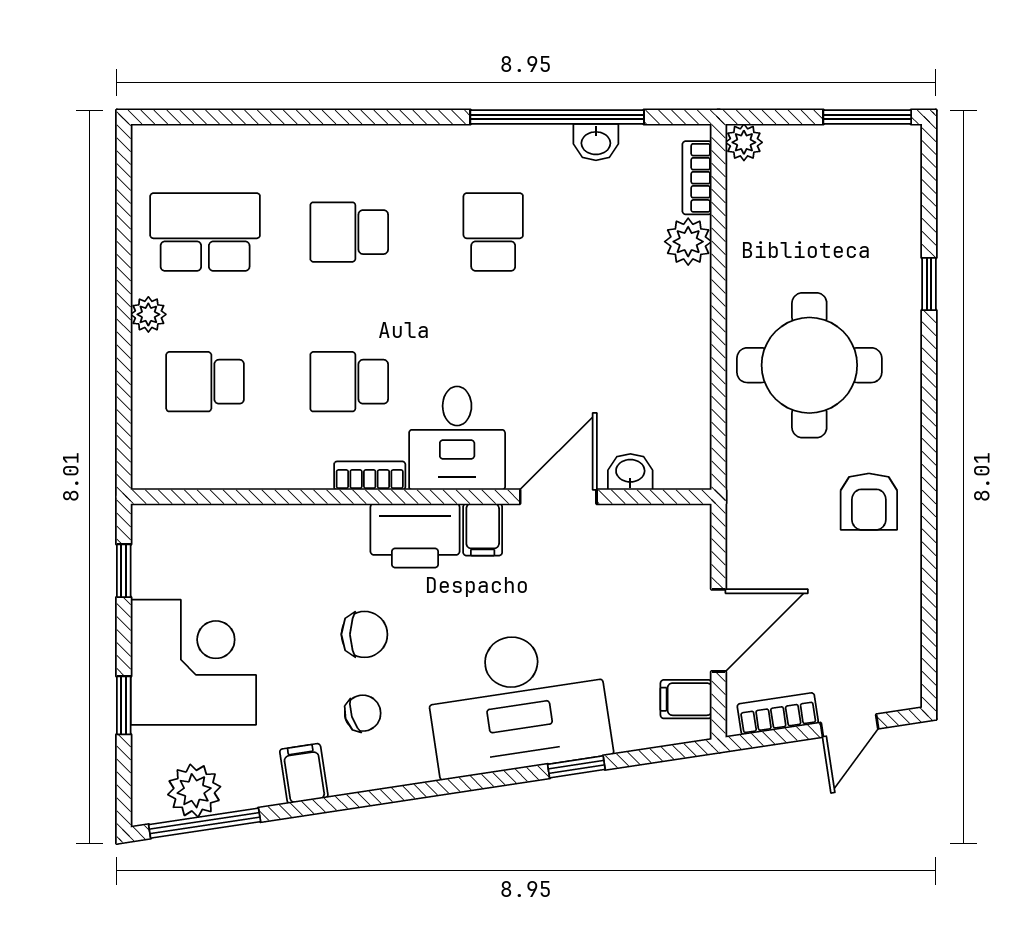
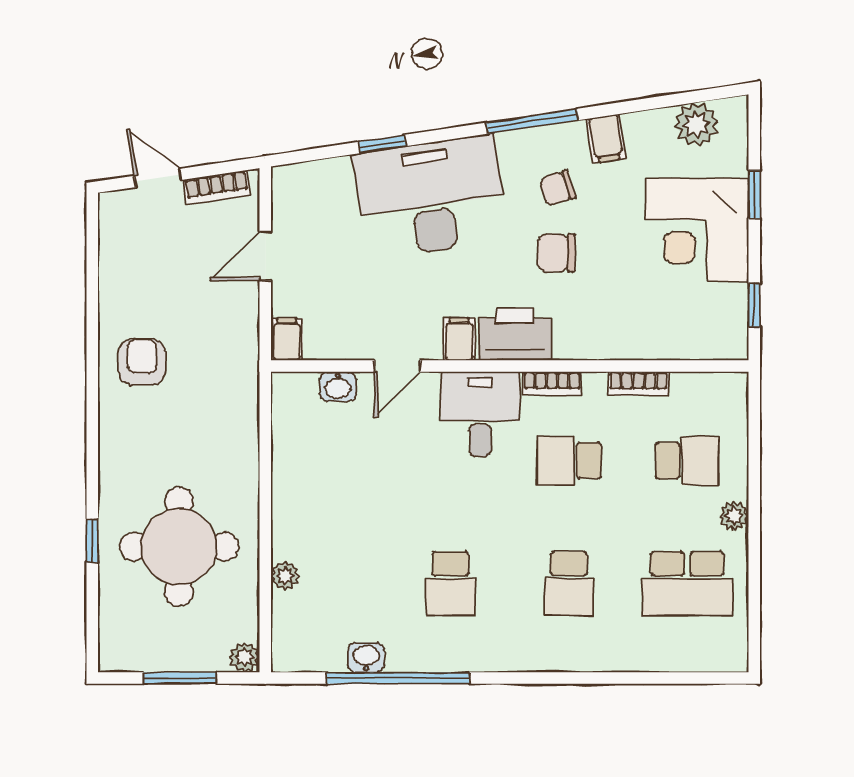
window: (867, 117) -> (180, 678), moved
bookcase: (697, 178) -> (638, 384), moved, turned 90
school desk: (349, 232) -> (569, 584), turned 90
plant: (688, 242) -> (285, 576), width x0.73, depth x0.73
round table: (809, 365) -> (179, 547), moved
school desk: (349, 382) -> (569, 461), turned 180
door: (558, 497) -> (397, 366), width x0.73
door: (719, 630) -> (265, 256), width x0.73
filing cabinet: (686, 699) -> (287, 339), moved, turned -90
door: (849, 726) -> (158, 178), hinge flipped
window: (205, 823) -> (532, 121), moved

